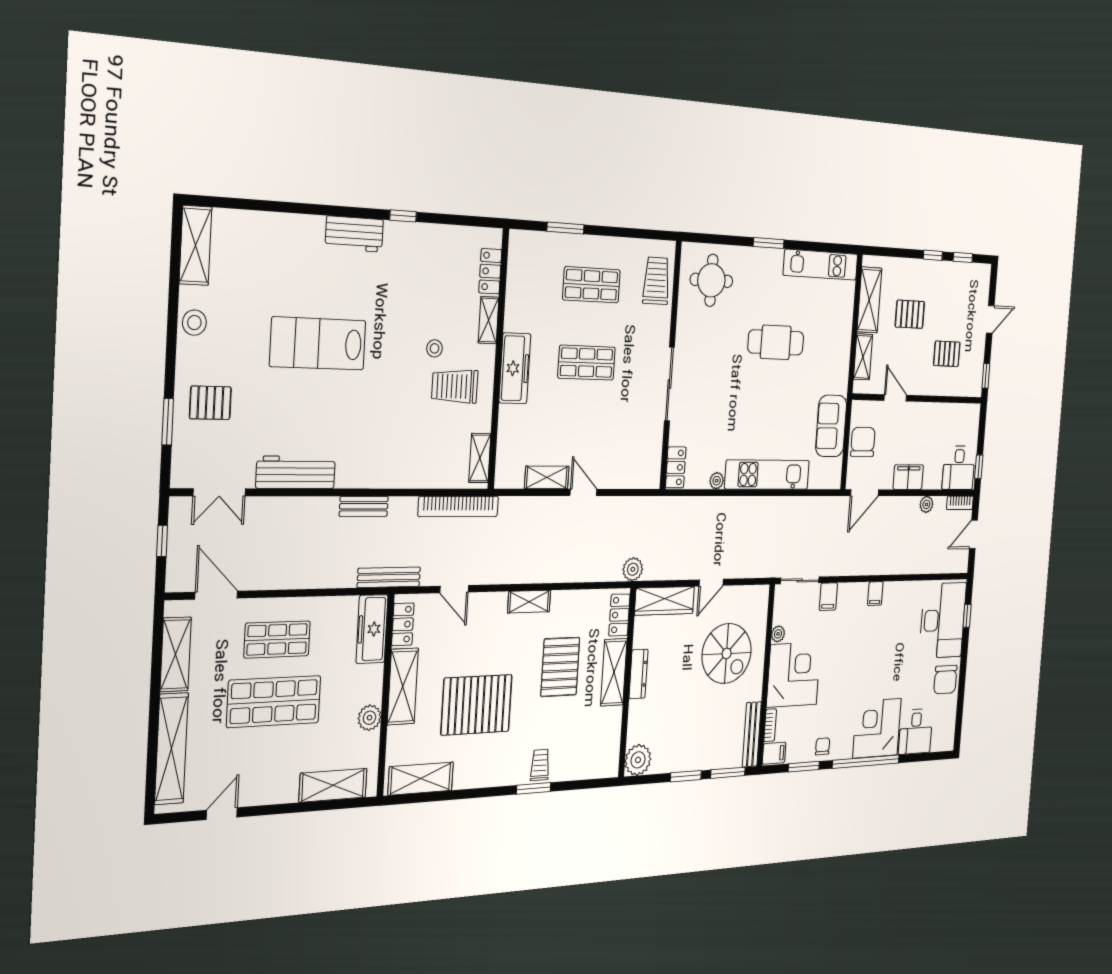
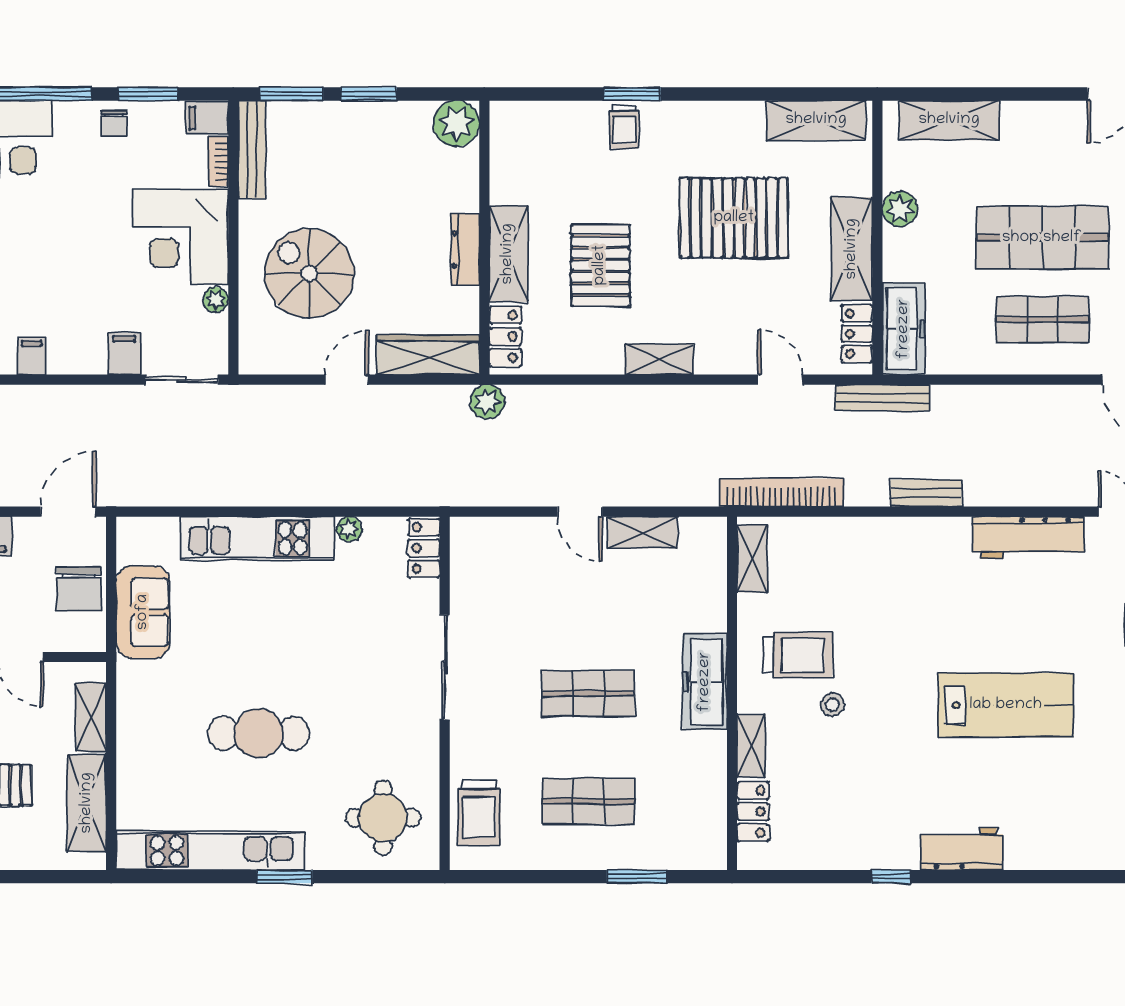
kitchen unit: (821, 265) -> (210, 851), width x1.36

